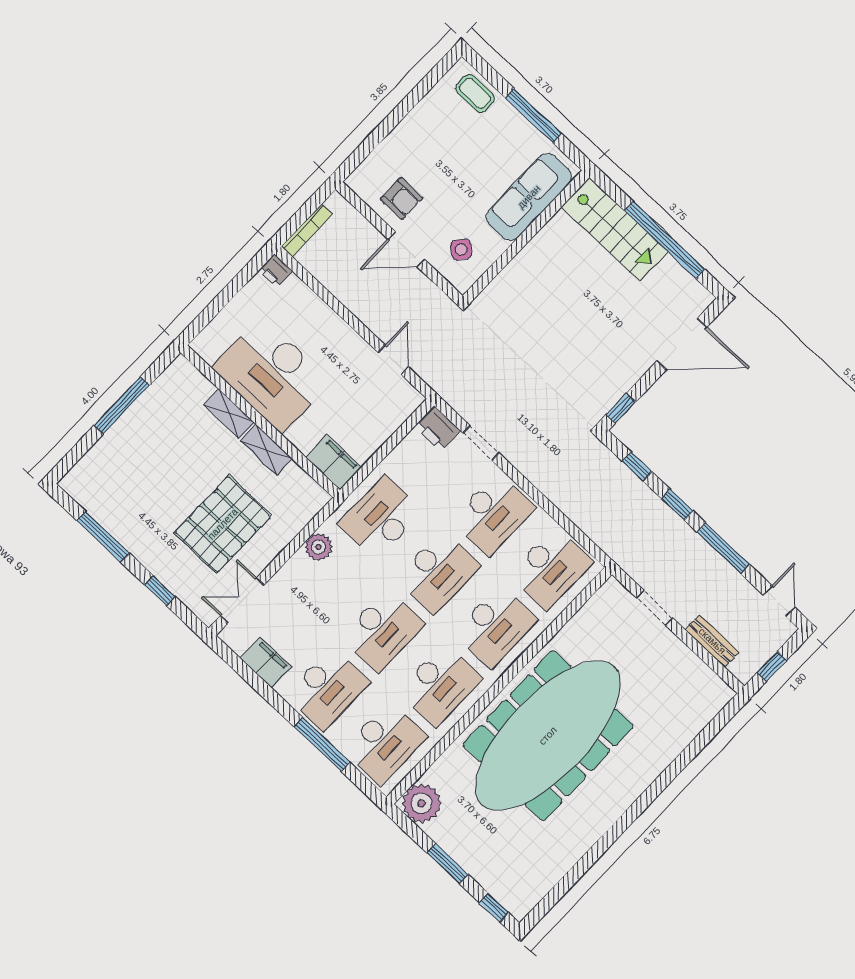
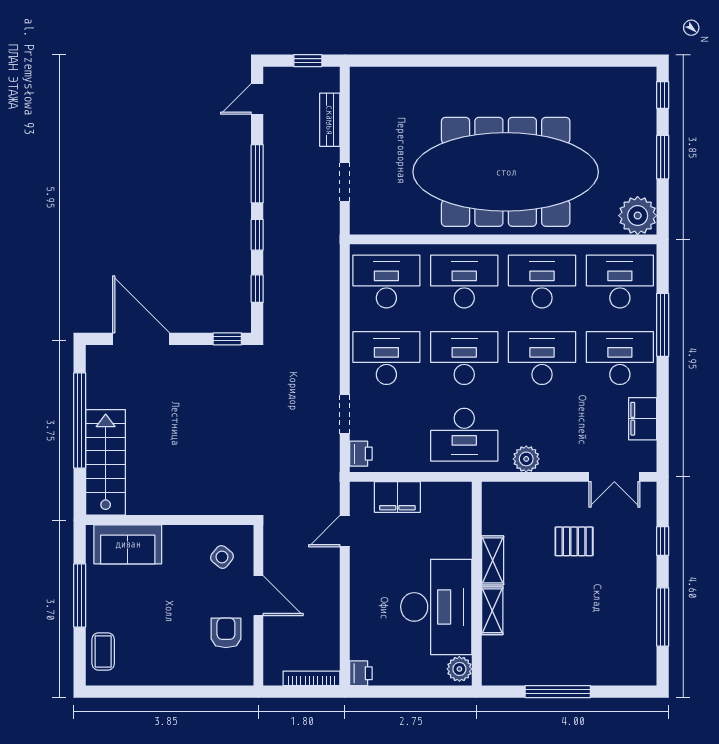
sofa: (529, 197) -> (128, 544), width x0.73
plant: (209, 348) -> (459, 669), added
printer: (438, 429) -> (361, 454), width x0.73, depth x0.81
filing cabinet: (334, 462) -> (397, 497), moved, turned -90
pallet: (223, 524) -> (574, 541), width x0.49, depth x0.50

